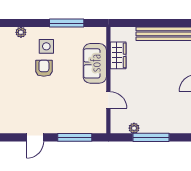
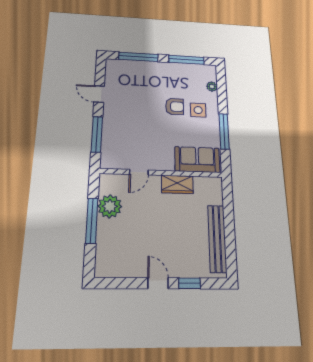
wardrobe: (118, 55) -> (177, 184), moved
sofa: (95, 63) -> (197, 159), moved
plant: (134, 128) -> (110, 206), width x1.88, depth x1.88

